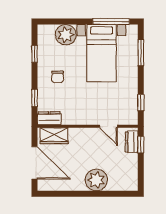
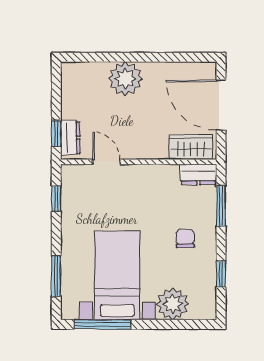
window: (35, 98) -> (221, 206), width x1.50

